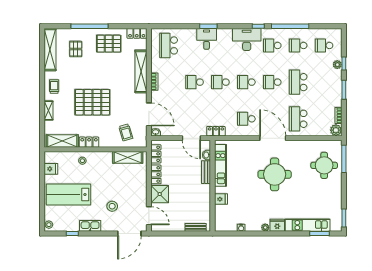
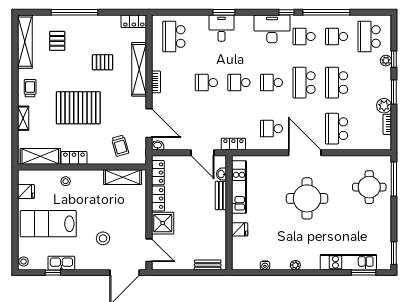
pallet: (109, 44) -> (103, 62), moved, width x0.67, depth x0.71
school desk: (324, 45) -> (369, 37), width x1.85
school desk: (272, 82) -> (304, 83), width x1.85
plant: (336, 130) -> (384, 106), moved
fridge: (277, 225) -> (310, 262), removed
kitchen sink: (90, 226) -> (61, 263), moved

